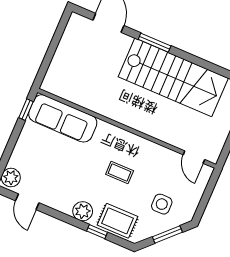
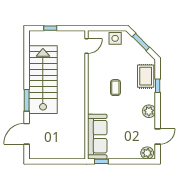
side table: (162, 204) -> (115, 38), moved
plant: (83, 211) -> (149, 111), moved

